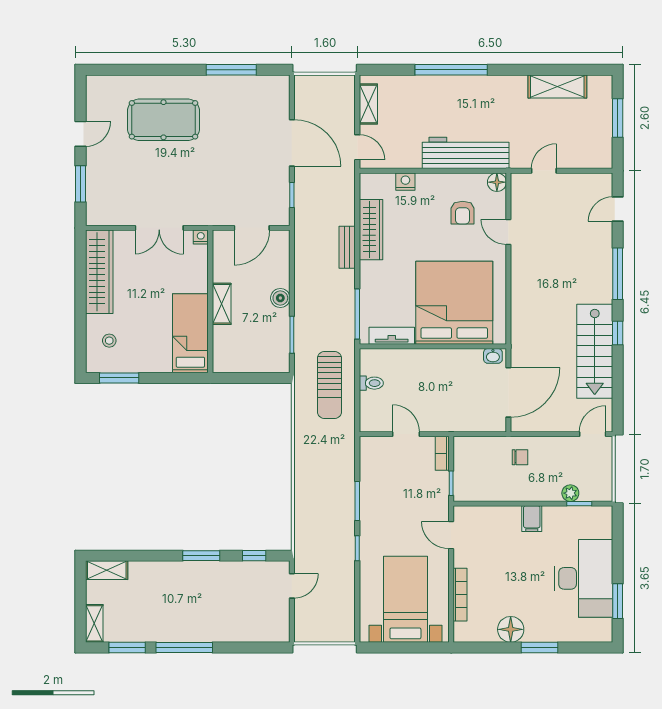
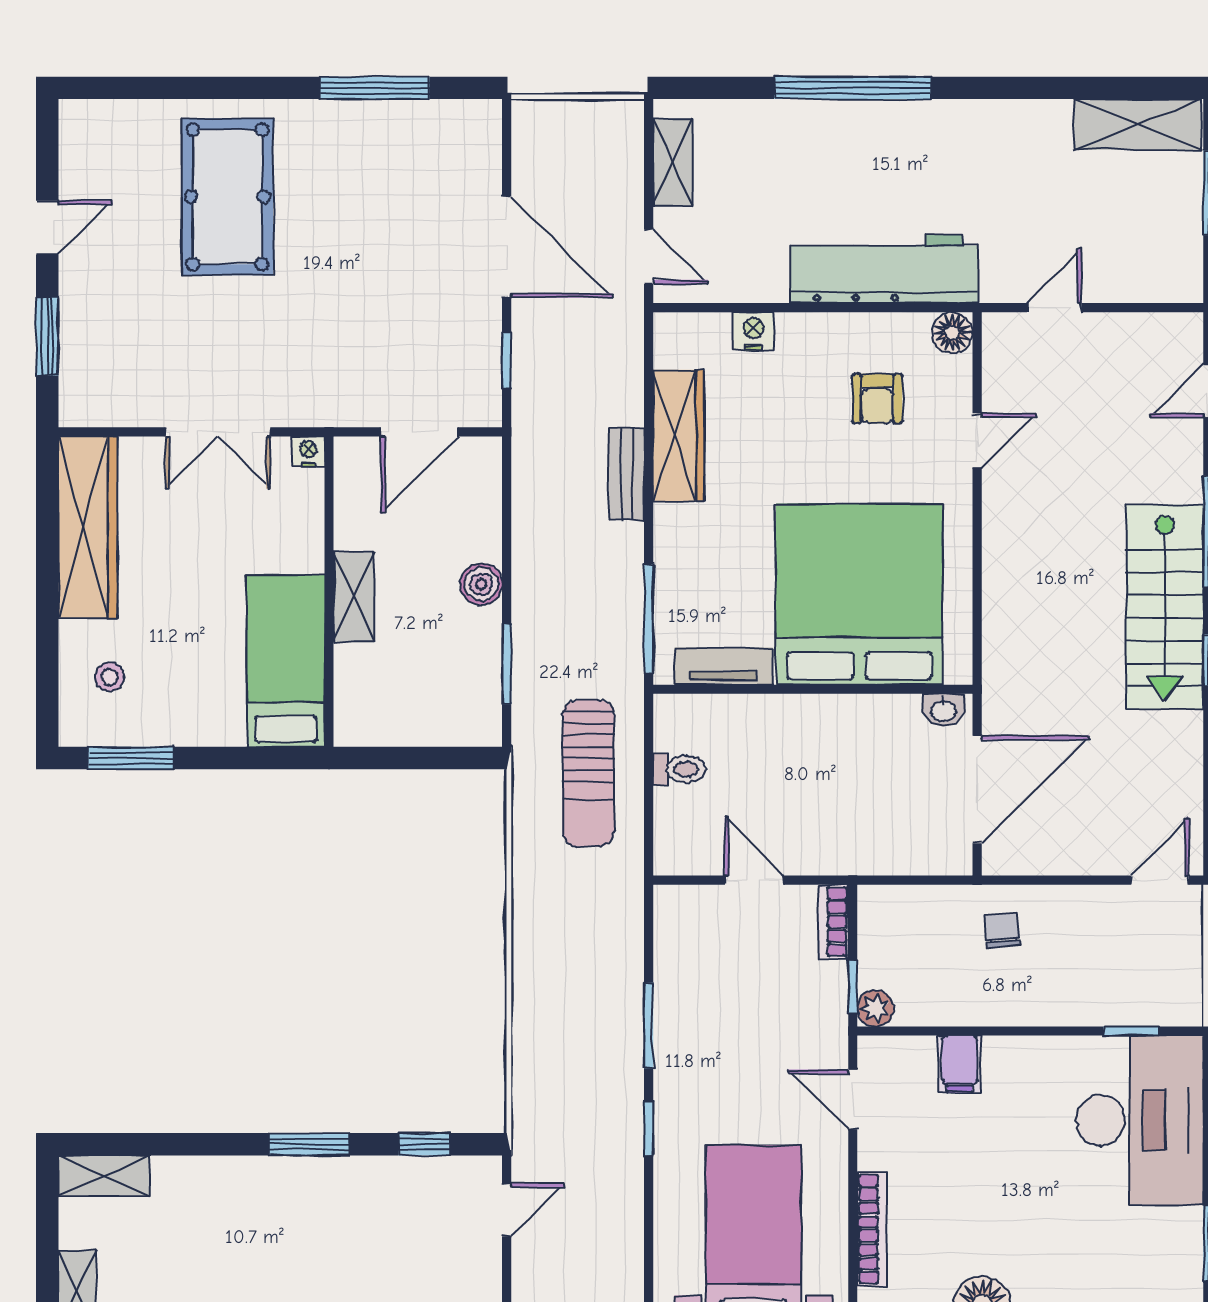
shelving: (557, 86) -> (1137, 124), moved
pool table: (163, 120) -> (227, 197), turned 90
door: (508, 232) -> (977, 441), swing flipped
stairs: (595, 351) -> (1165, 607), moved
chair: (520, 457) -> (1002, 930), turned -95
plant: (570, 493) -> (875, 1008), moved
filing cabinet: (532, 519) -> (960, 1064), moved
desk: (583, 578) -> (1140, 1120), moved

